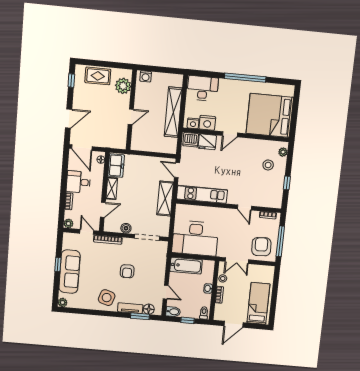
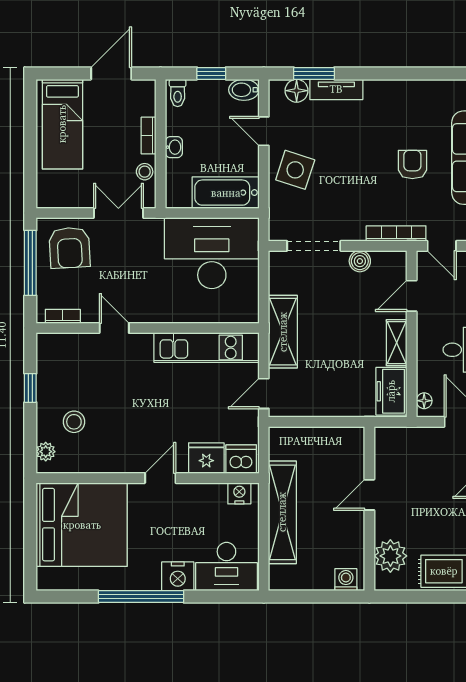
nightstand: (207, 123) -> (178, 576), moved, turned 180
door: (177, 170) -> (264, 393), swing flipped
armchair: (127, 271) -> (412, 165), moved
side table: (107, 298) -> (295, 170), moved

